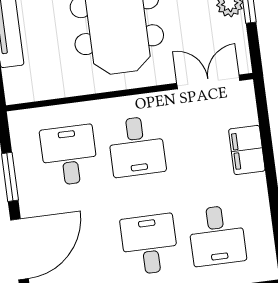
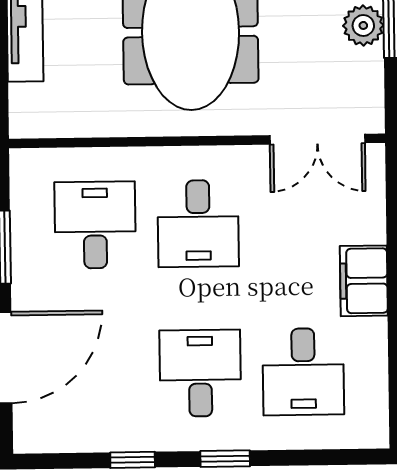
double door: (208, 82) -> (317, 139), swing flipped
filing cabinet: (247, 150) -> (364, 281), moved

